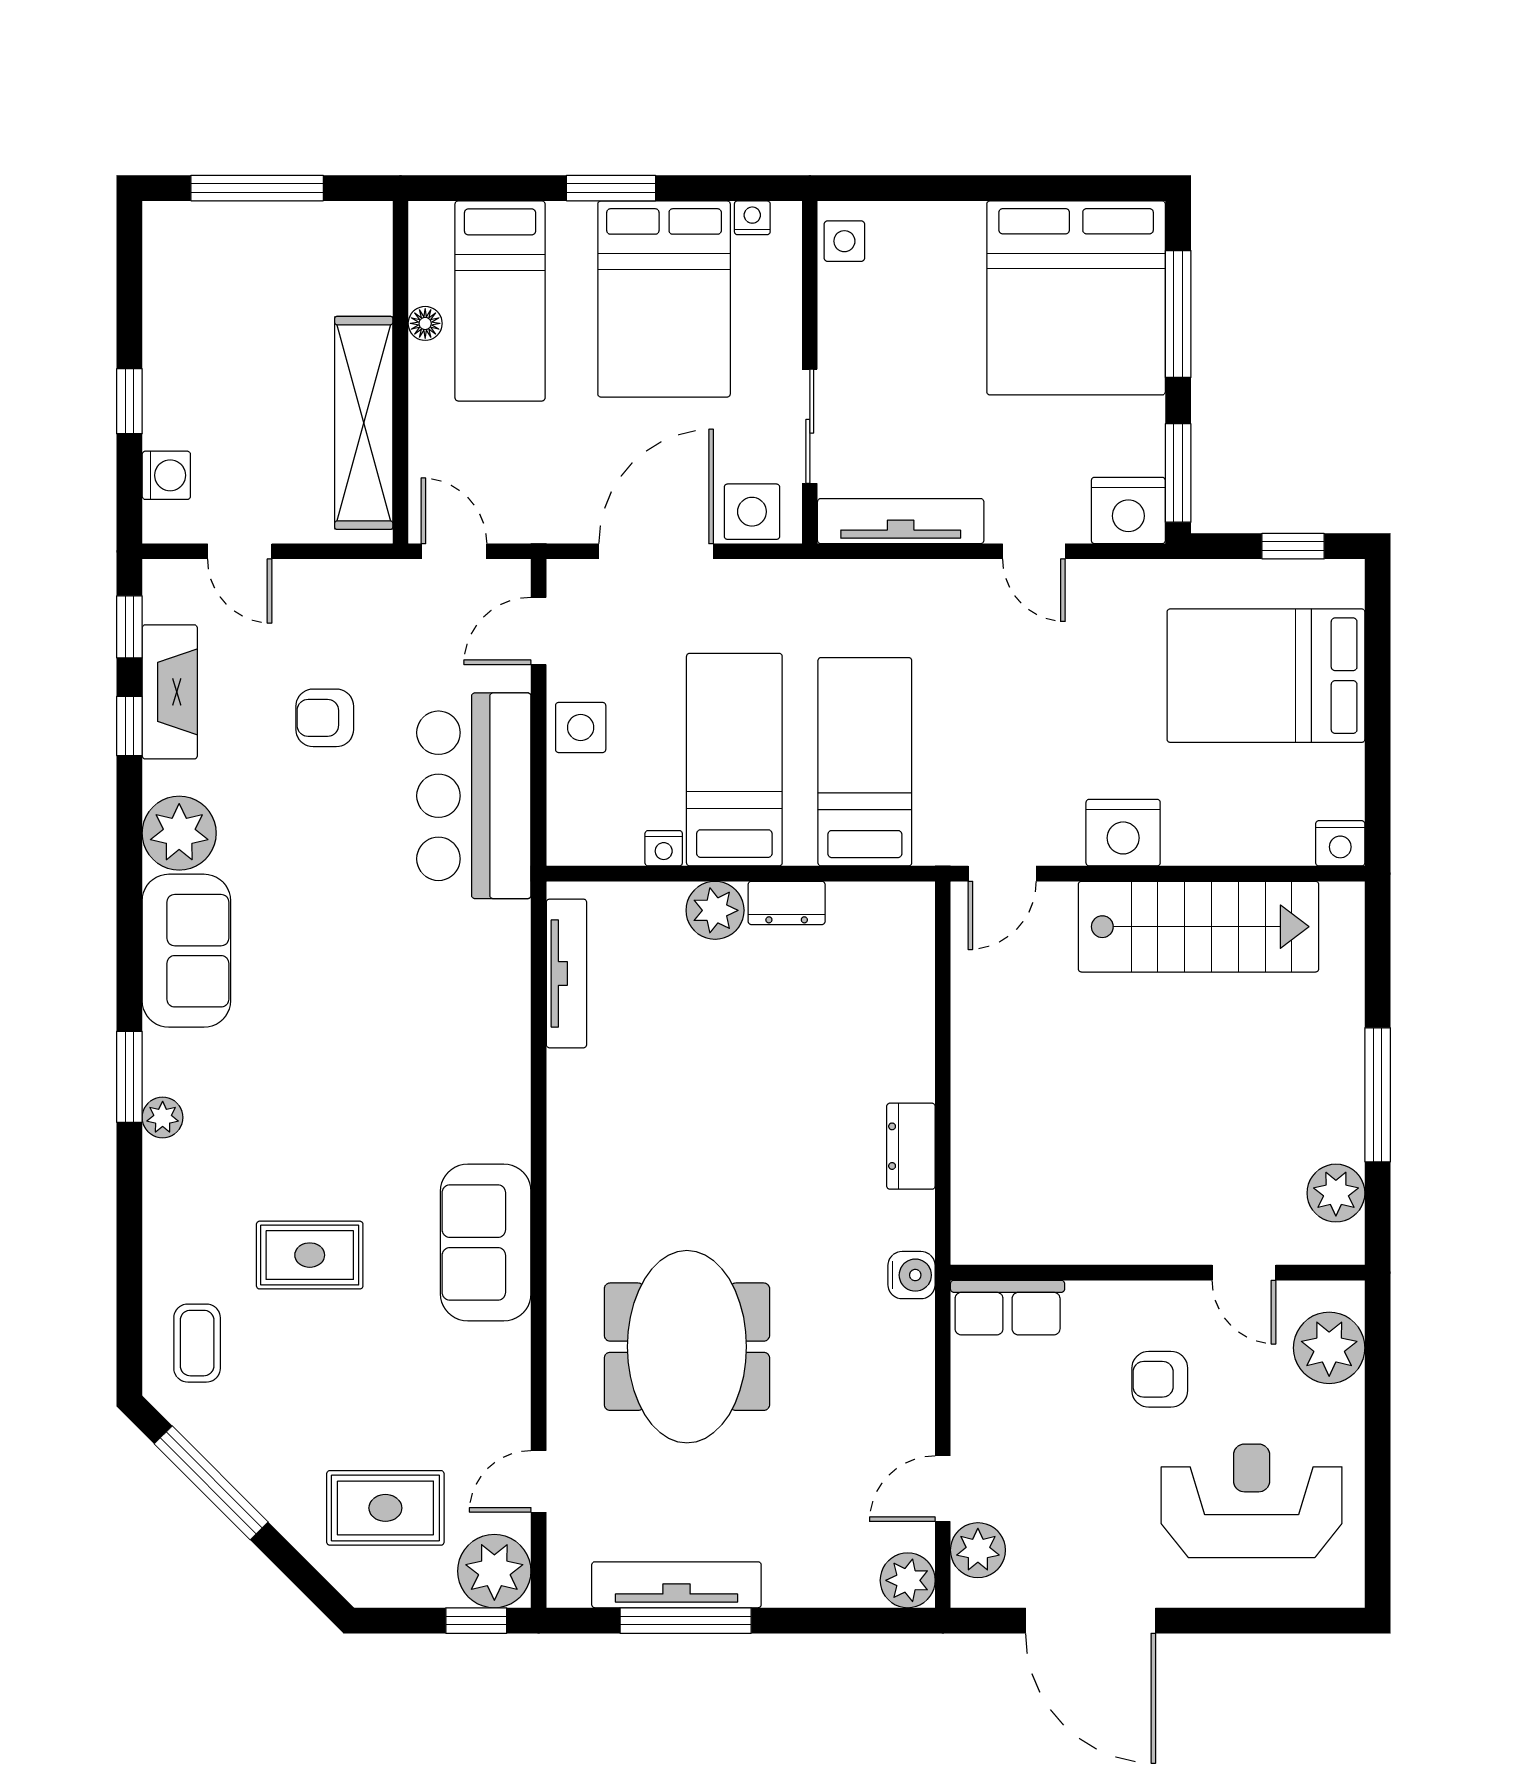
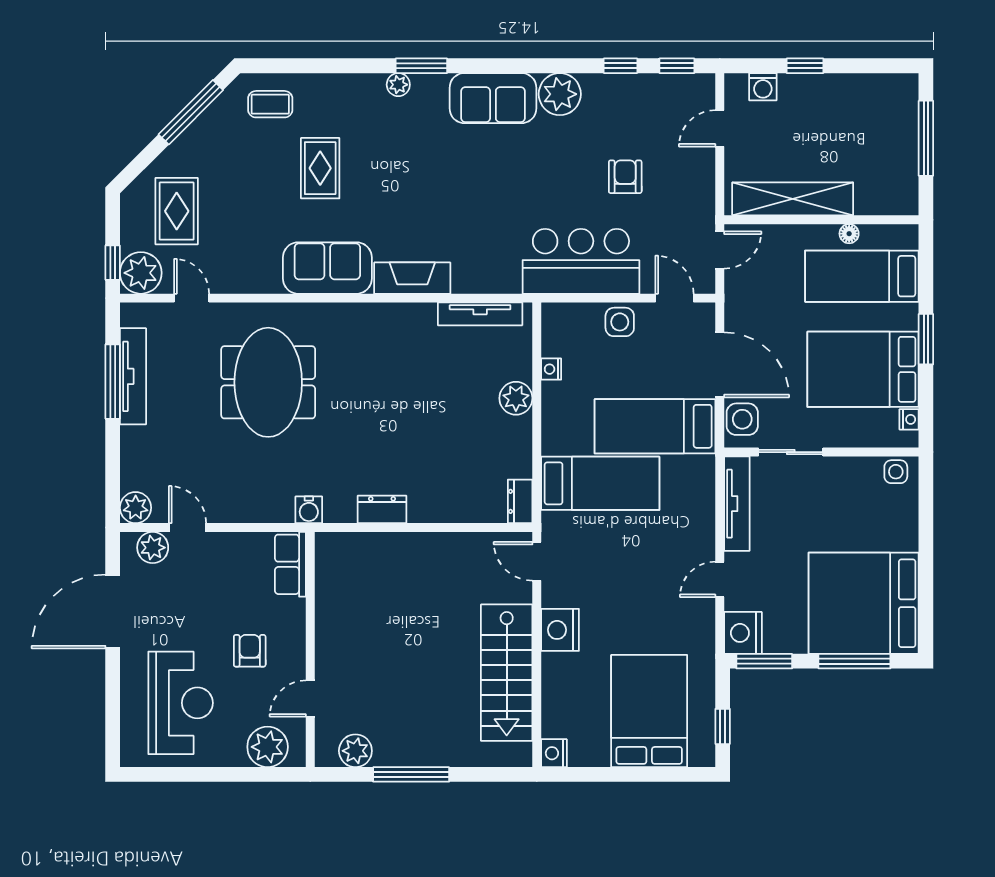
fireplace: (170, 692) -> (412, 278), moved, turned 180
bed: (734, 760) -> (655, 426), moved, turned 180
dresser: (787, 903) -> (520, 501), moved
meeting table: (687, 1347) -> (268, 382), turned 90

